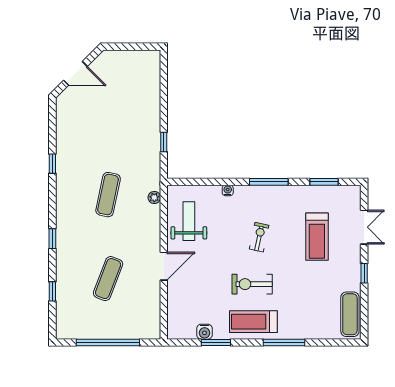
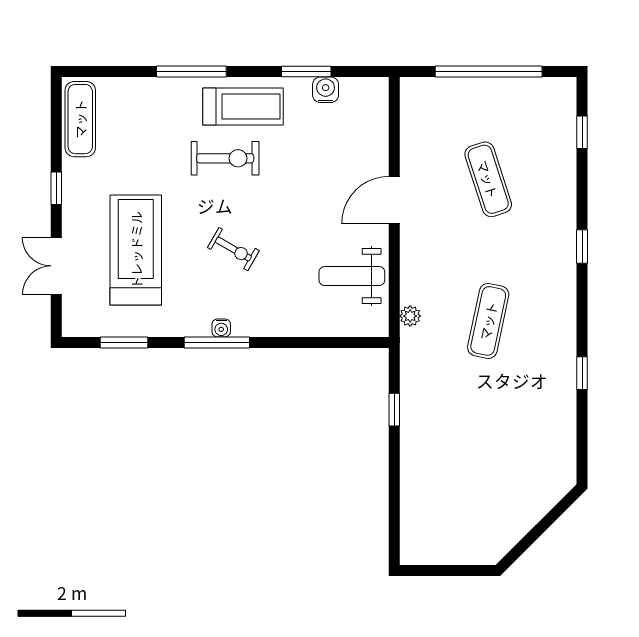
door: (75, 73) -> (543, 525), removed
water cooler: (228, 190) -> (221, 328), moved
weight bench: (189, 221) -> (352, 276), turned 90
exercise bike: (259, 237) -> (233, 249), turned -72
treadmill: (317, 237) -> (136, 250), width x1.37, depth x1.37
exercise mat: (108, 279) -> (488, 179), turned -39
exercise bike: (252, 284) -> (225, 158), moved
window: (52, 291) -> (582, 132), moved

